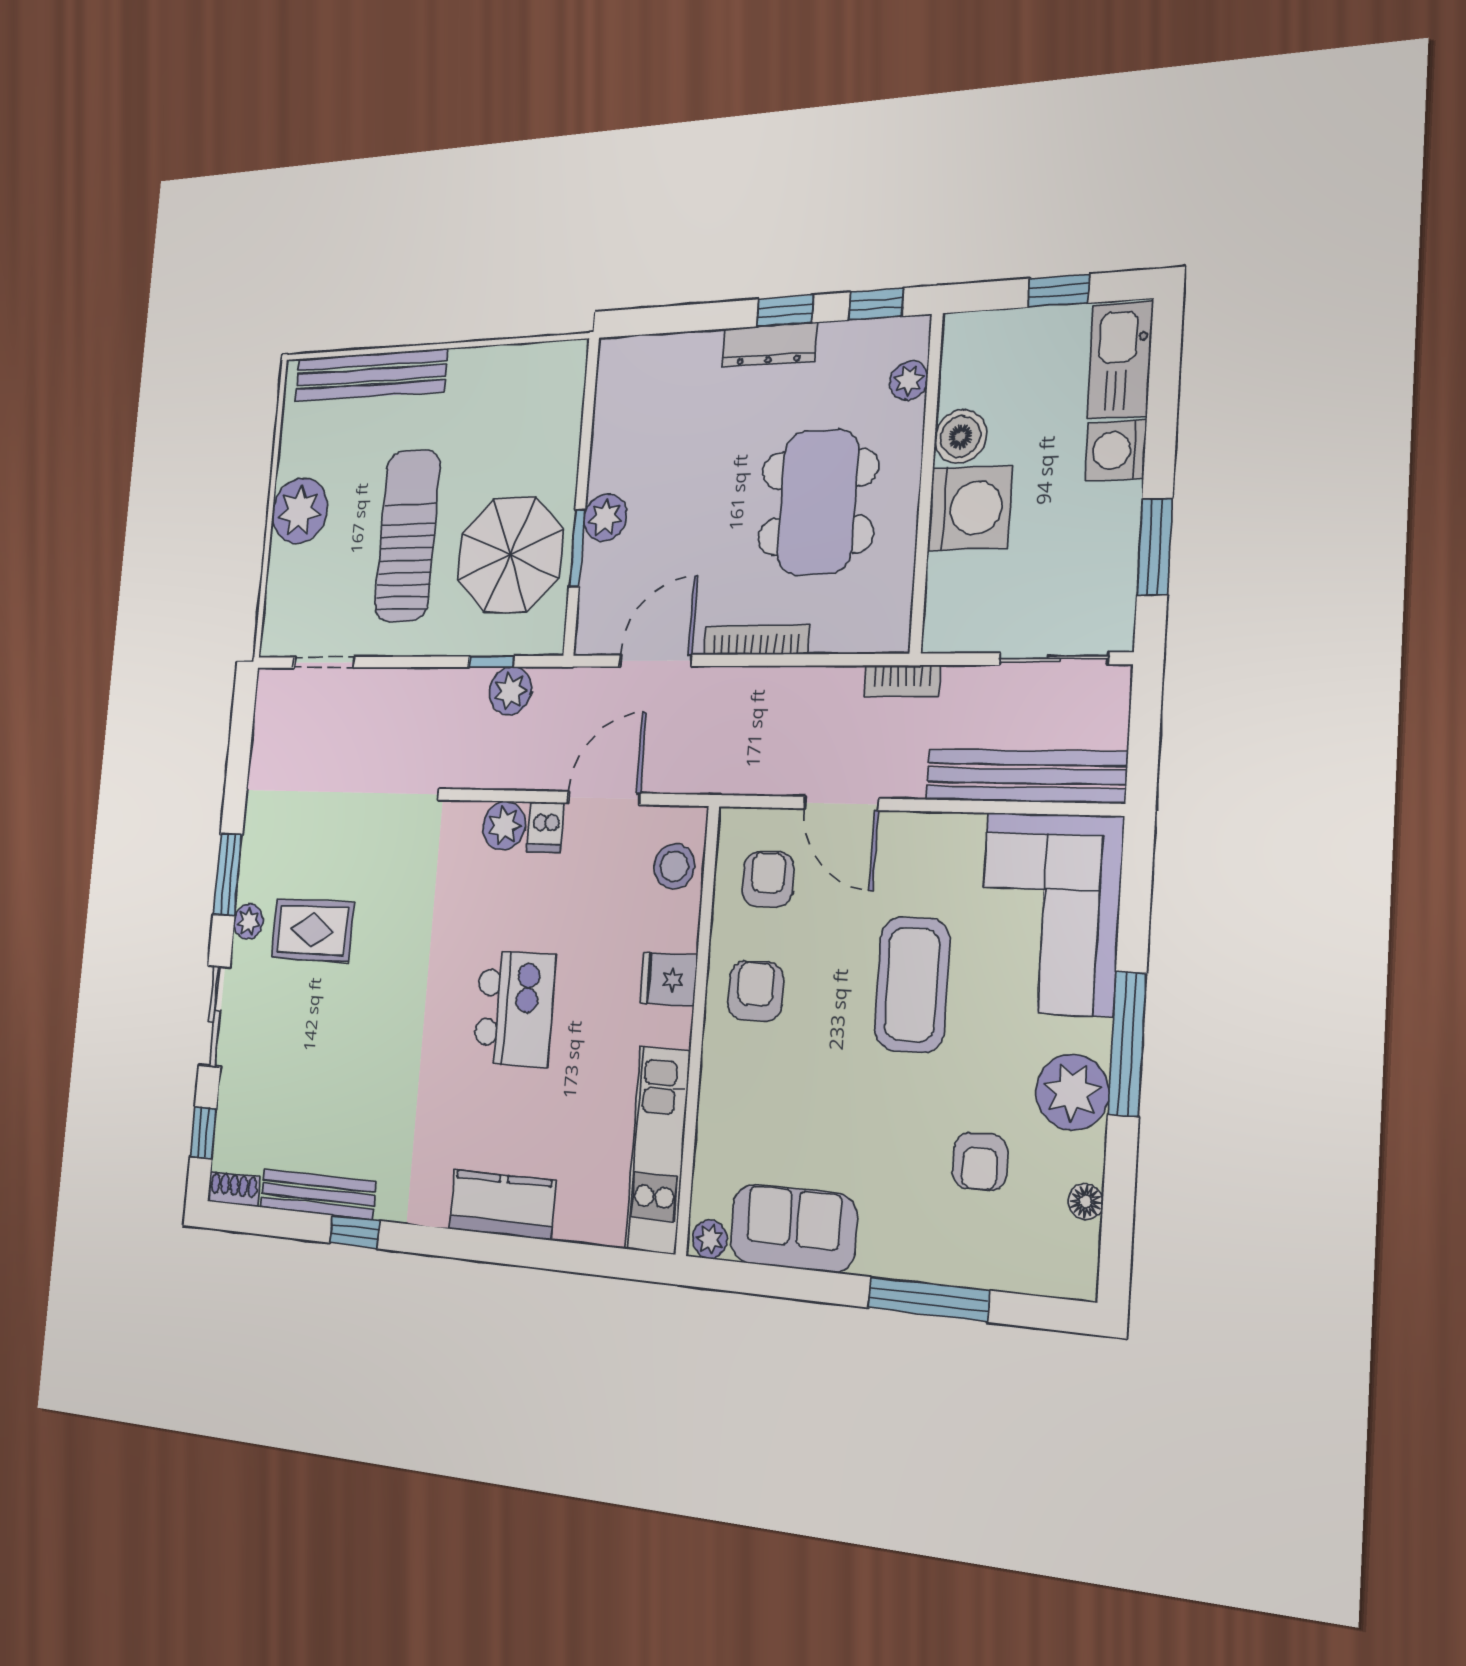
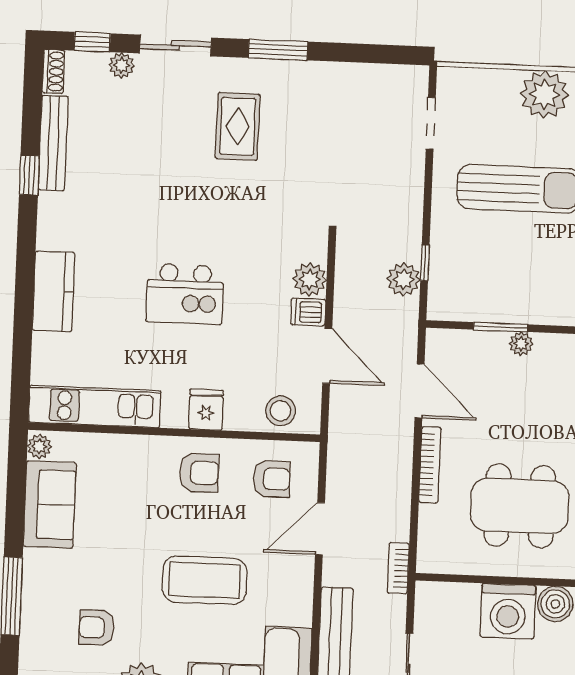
plant: (605, 518) -> (521, 344), width x0.73, depth x0.73
parasol: (510, 555) -> (500, 274), removed
plant: (248, 921) -> (122, 65), moved

